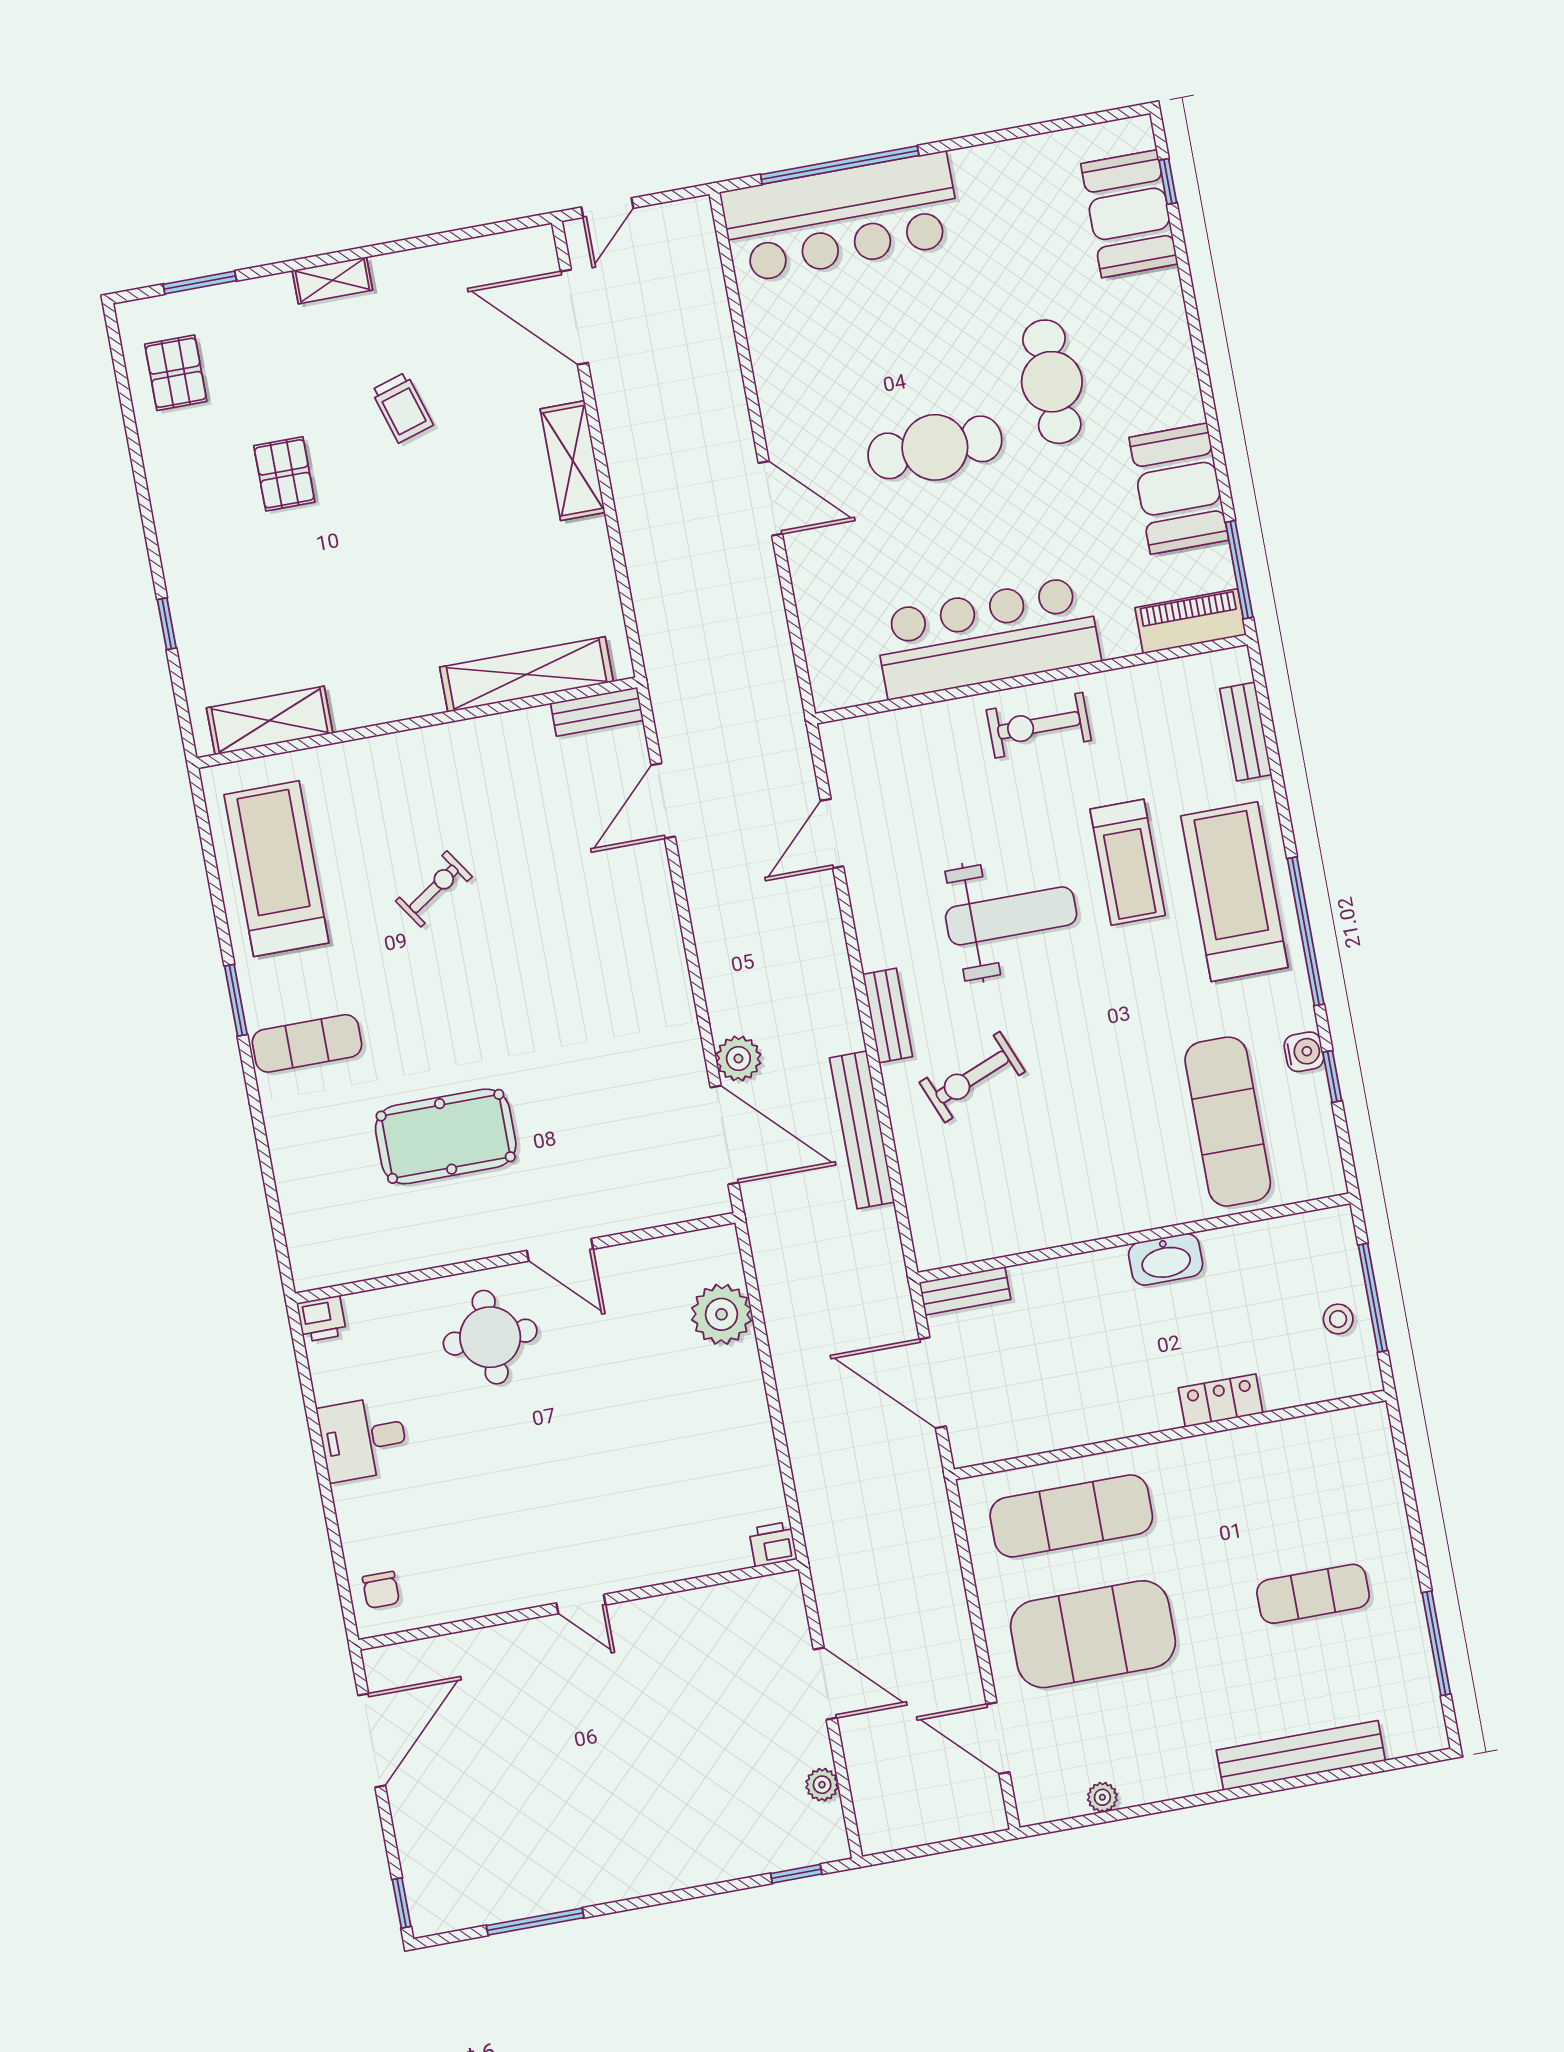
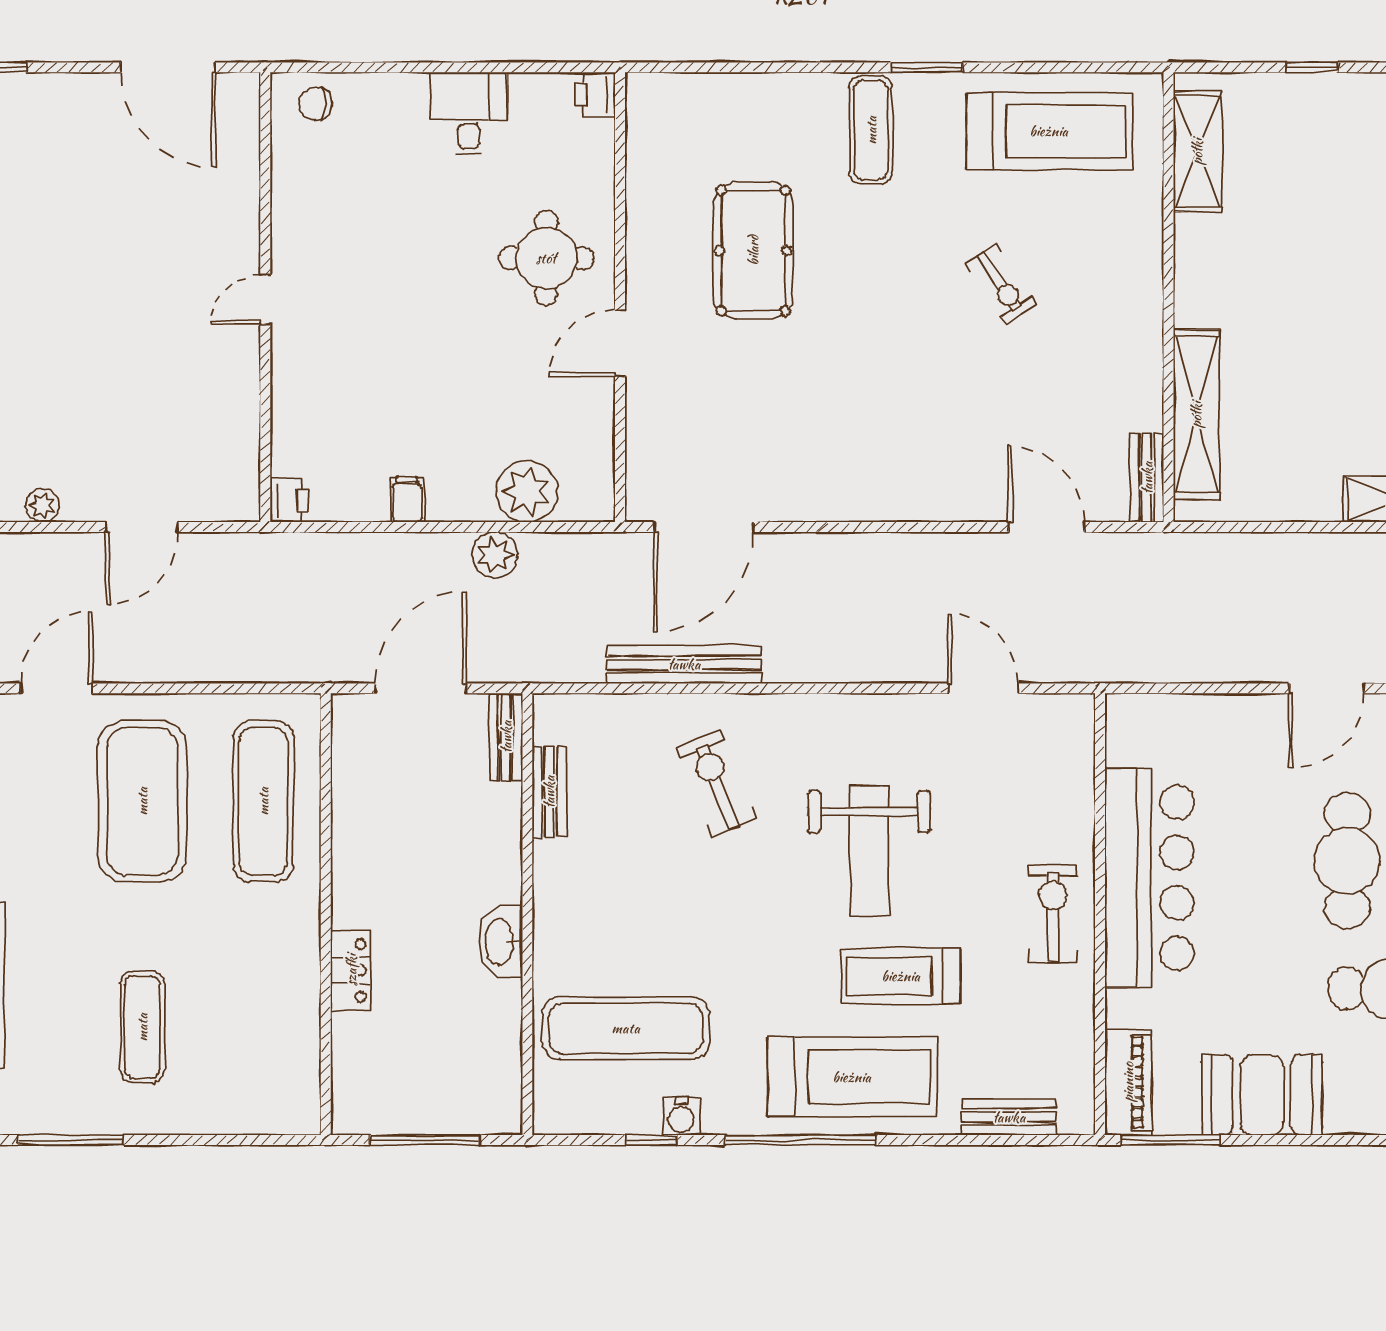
bench: (888, 1015) -> (549, 792), moved, turned 90
plant: (738, 1058) -> (495, 555), moved
stool: (1338, 1319) -> (410, 1102), removed
filing cabinet: (751, 1430) -> (407, 500), added

